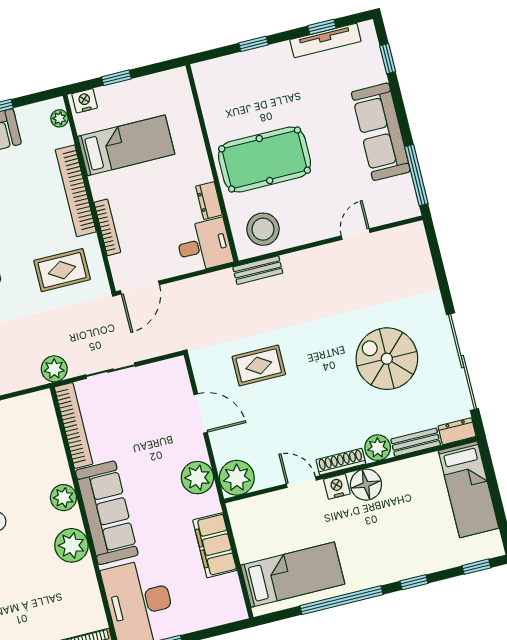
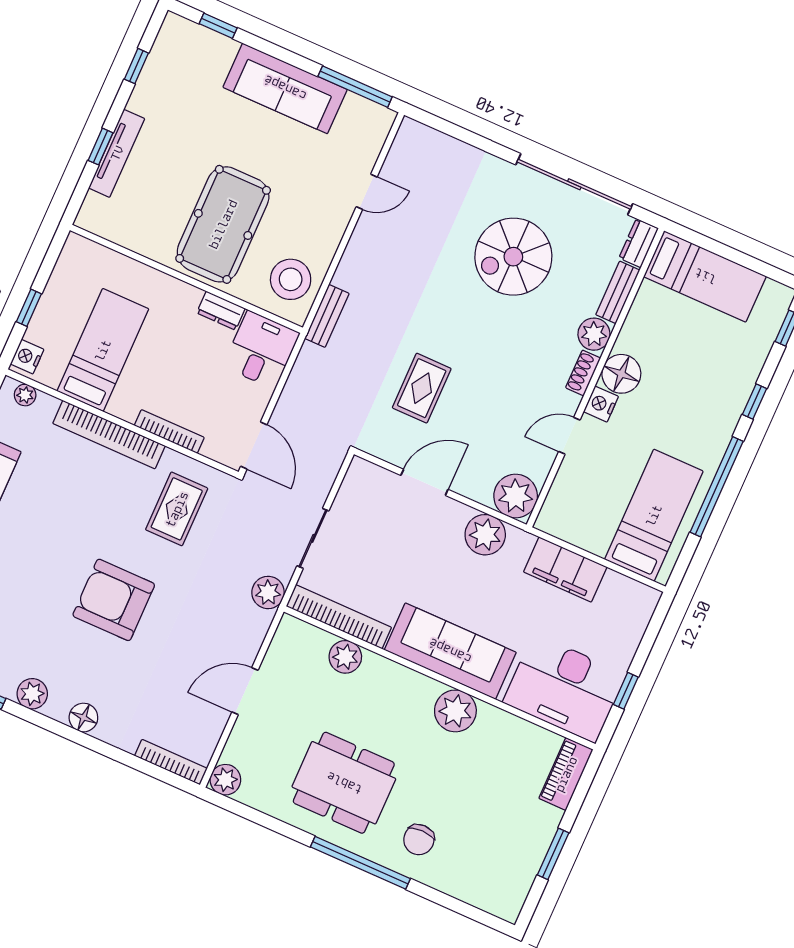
tv unit: (325, 40) -> (117, 153), moved
door: (356, 234) -> (367, 192), swing flipped
shoe rack: (341, 462) -> (583, 373), width x0.70
plant: (63, 498) -> (345, 657), moved

